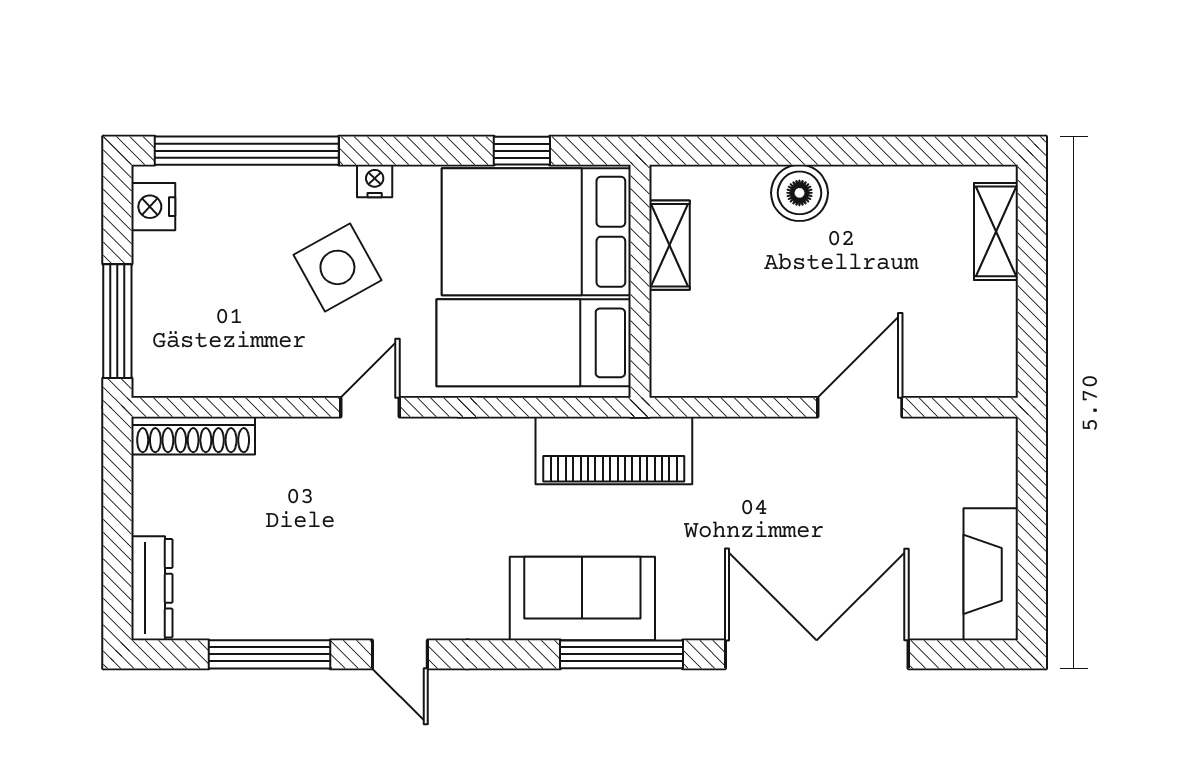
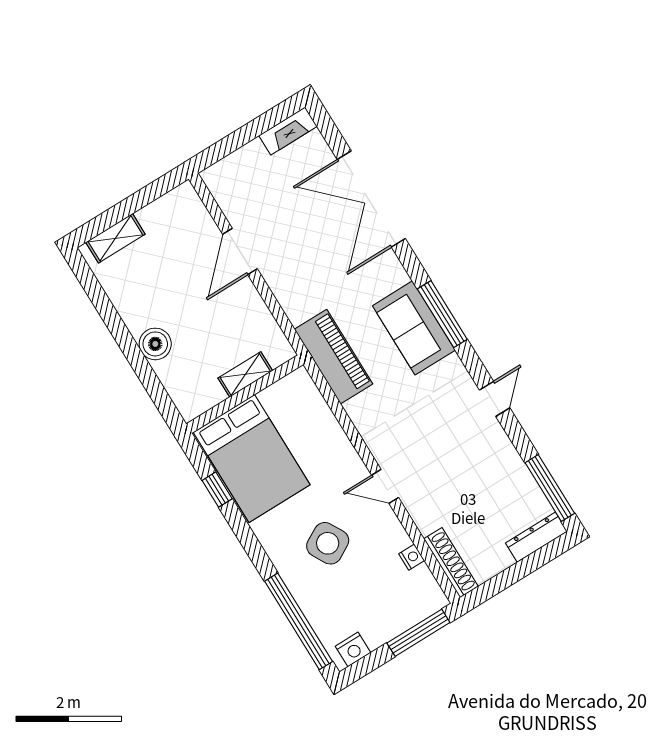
nightstand: (375, 181) -> (412, 557), moved, turned 180
shelving: (669, 245) -> (245, 374), moved
bed: (534, 343) -> (306, 427), removed
door: (860, 407) -> (240, 252), hinge flipped
fireplace: (991, 574) -> (288, 131), width x0.73, depth x0.76
window: (269, 654) -> (550, 488), moved
window: (621, 654) -> (442, 314), moved

